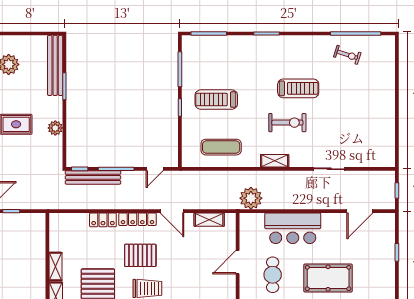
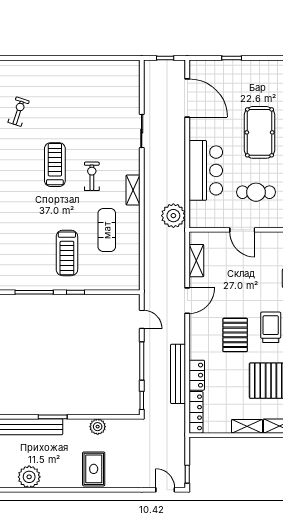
exercise bike: (287, 123) -> (92, 176), width x0.73, depth x0.72
exercise mat: (221, 147) -> (107, 230), moved
bench: (93, 177) -> (178, 374), moved
door: (360, 211) -> (187, 98), width x1.36
locker: (137, 219) -> (196, 412), moved

